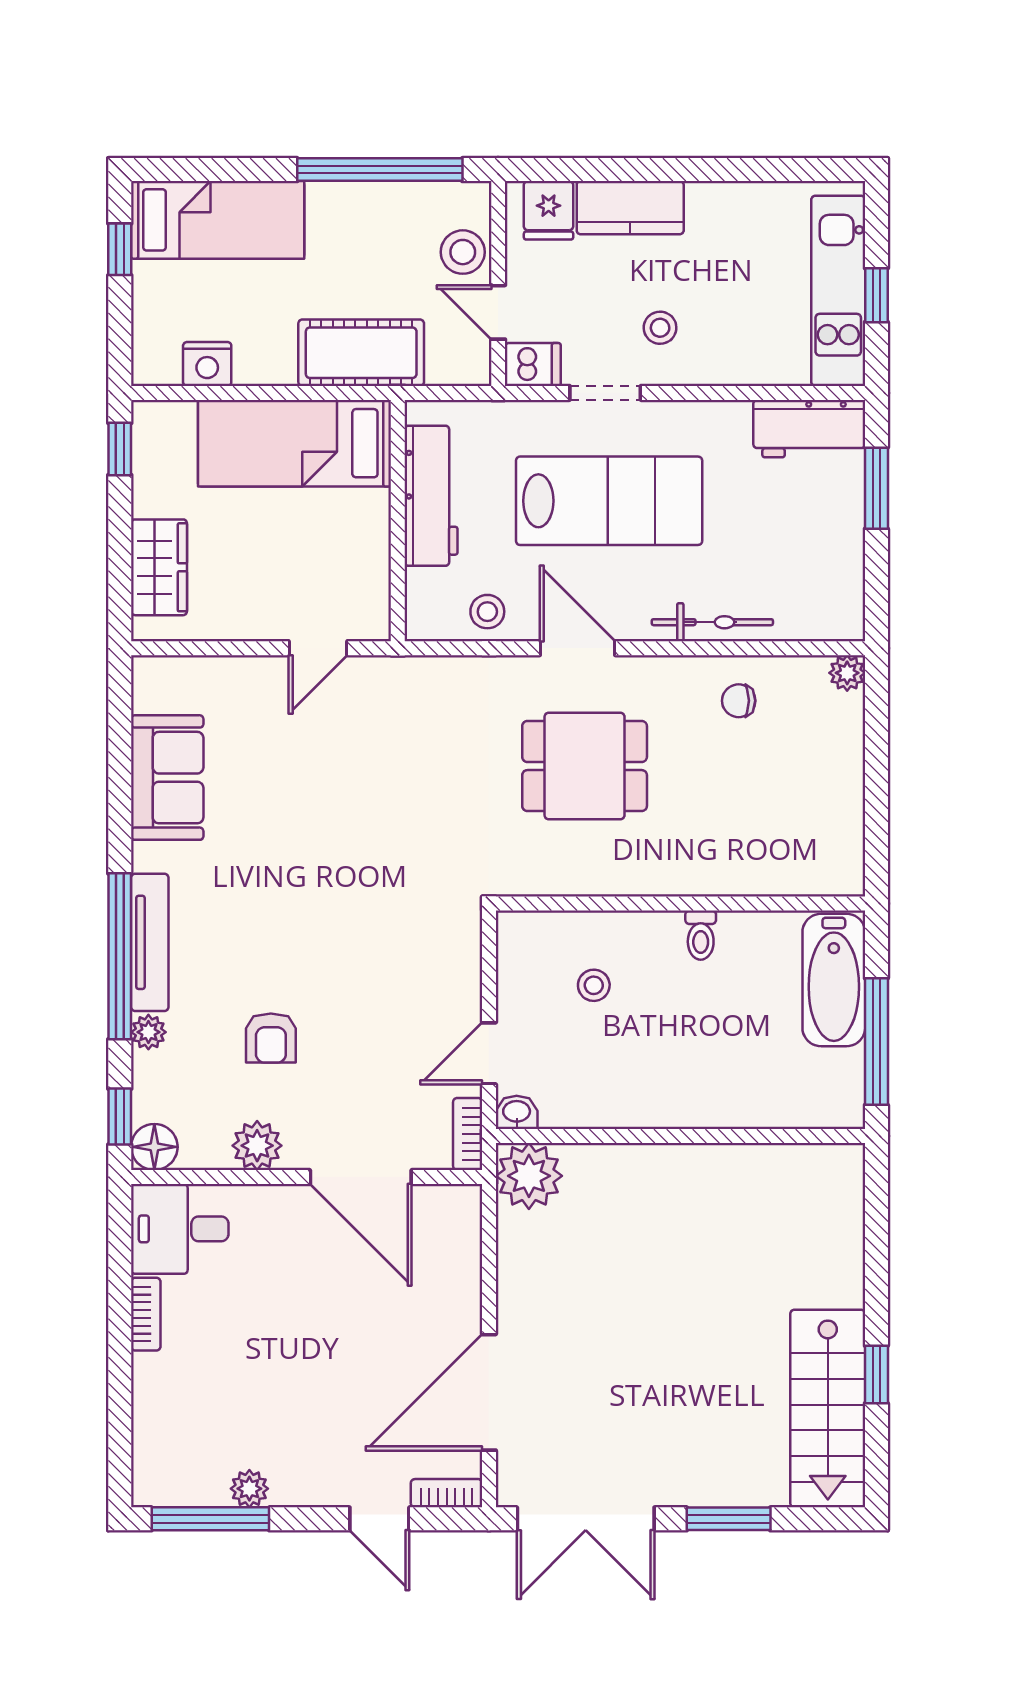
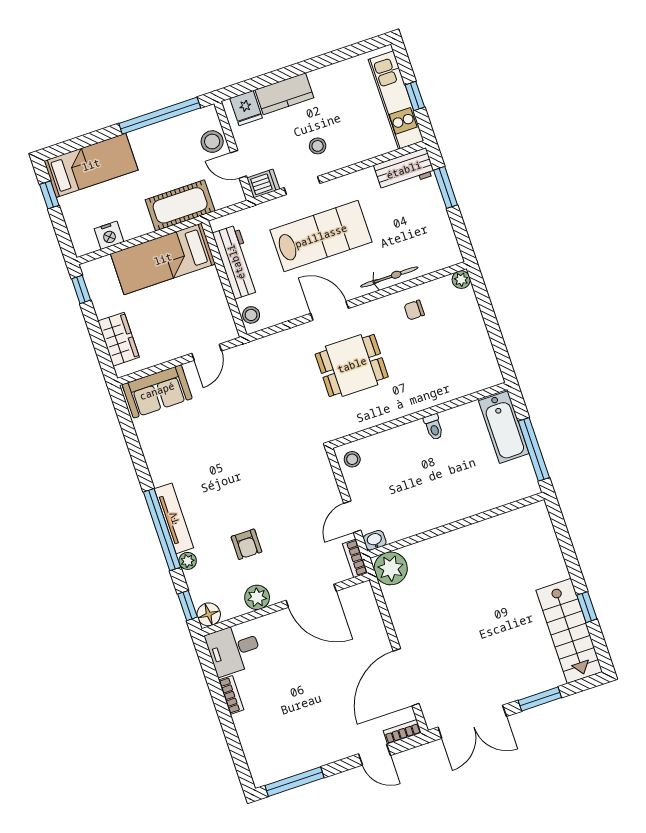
stool: (487, 612) -> (251, 315), moved
sofa: (167, 778) -> (157, 391), moved, turned 90
stool: (594, 985) -> (352, 459), moved
plant: (249, 1489) -> (308, 761), removed

